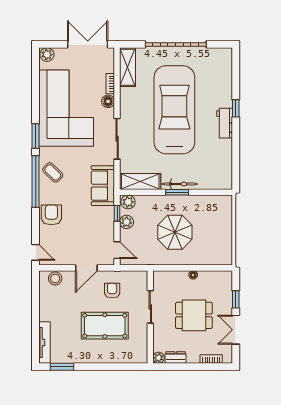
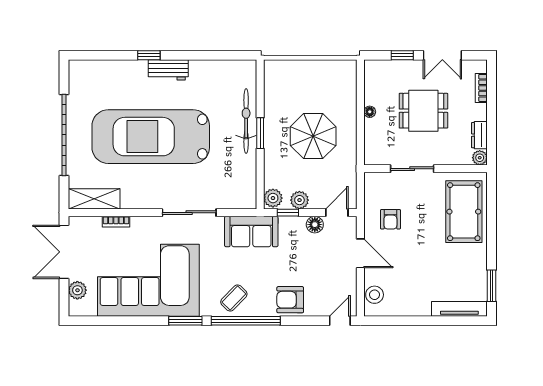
plant: (47, 55) -> (77, 290), moved
floor lamp: (108, 101) -> (315, 225), moved
shelving: (140, 181) -> (246, 182), removed
bicycle: (180, 184) -> (246, 121), width x1.37, depth x1.40
armchair: (112, 291) -> (390, 219), turned -90
dining table: (194, 315) -> (423, 111), turned 90
pool table: (105, 326) -> (464, 212), moved

